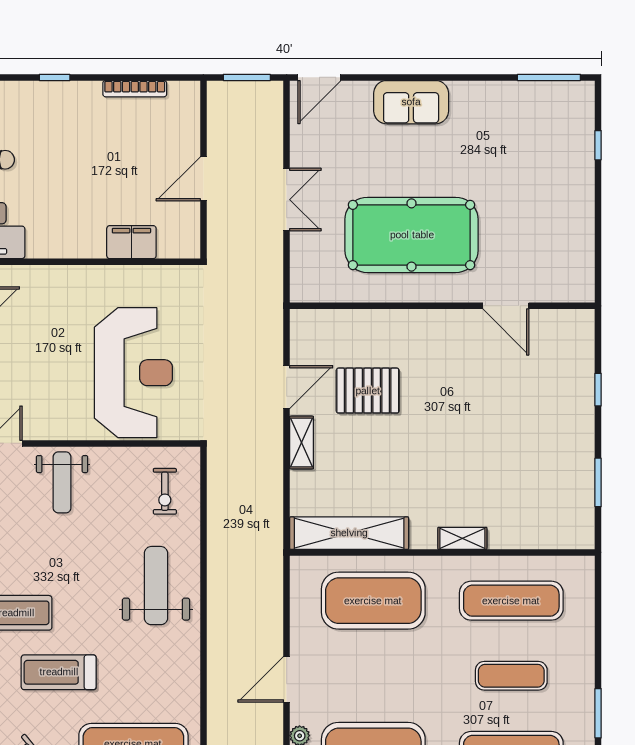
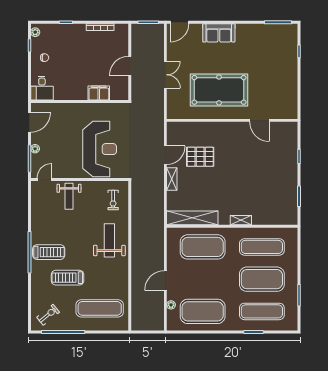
exercise mat: (511, 676) -> (262, 279), width x2.00, depth x1.45

